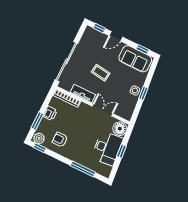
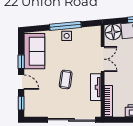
window: (143, 49) -> (21, 62), moved
window: (143, 93) -> (65, 26), width x2.17
double door: (102, 110) -> (103, 59), swing flipped

